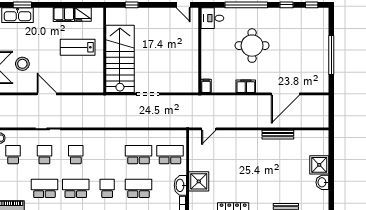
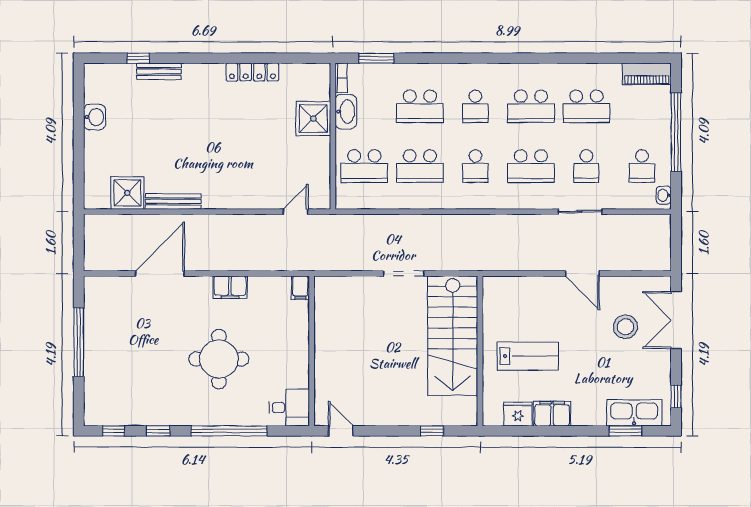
school desk: (76, 155) -> (531, 166), width x1.85
school desk: (107, 155) -> (475, 166), added
shower: (319, 165) -> (127, 193), moved

